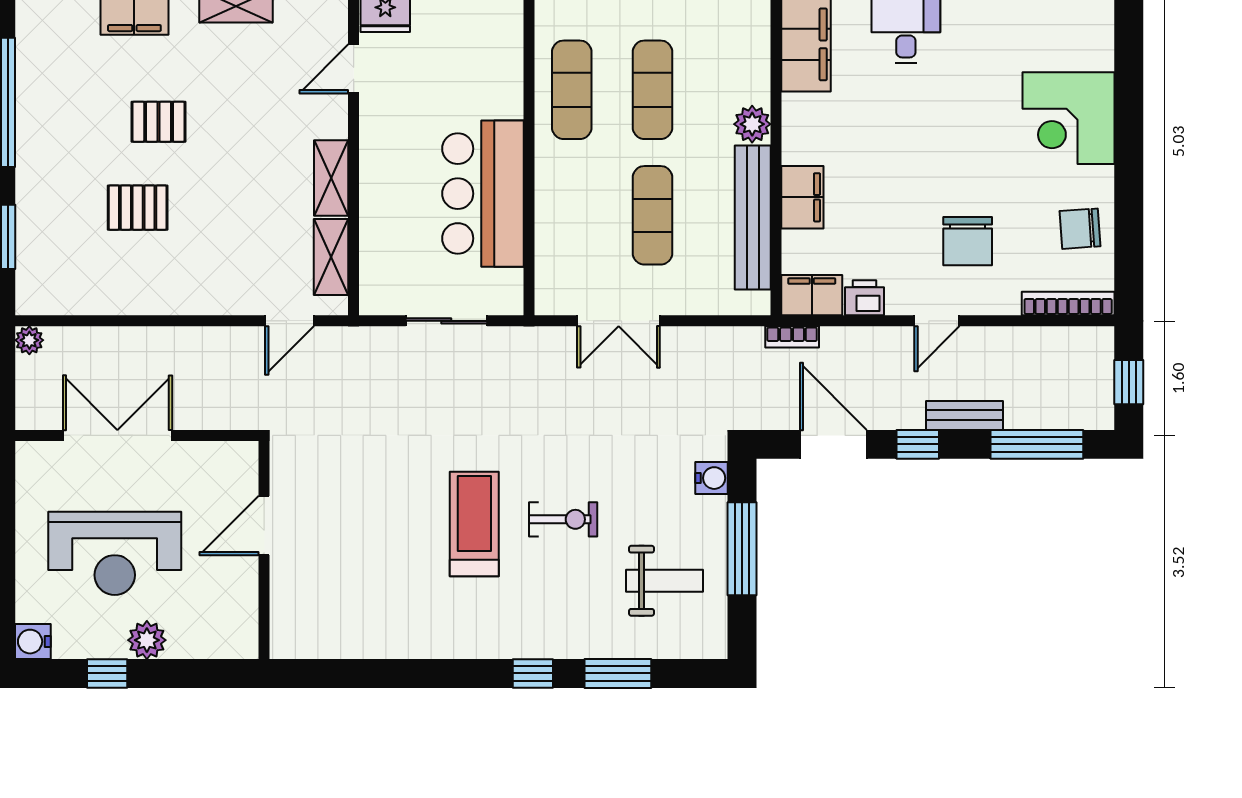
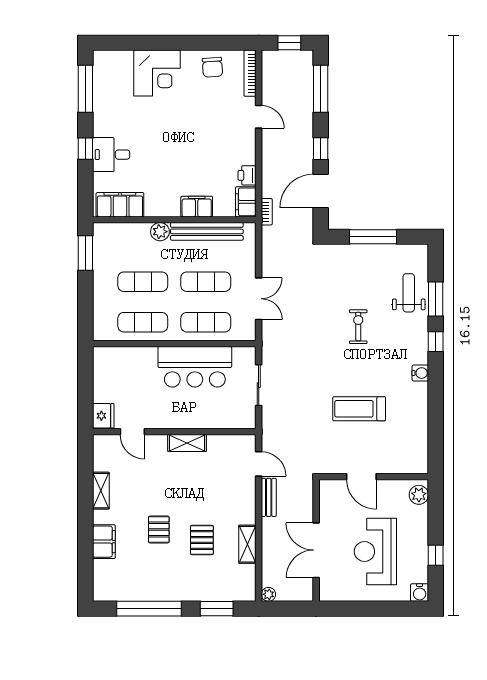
exercise mat: (572, 215) -> (206, 322), added
chair: (968, 241) -> (219, 124), removed
shelving: (331, 257) -> (247, 544), moved, turned 90
door: (937, 321) -> (259, 117), moved
bench: (964, 415) -> (269, 497), moved
water cooler: (712, 478) -> (420, 373), moved, turned 90
treadmill: (474, 524) -> (359, 409), moved
reception desk: (115, 553) -> (375, 551), turned 180
weight bench: (665, 581) -> (409, 293), moved
plant: (147, 640) -> (419, 495), moved

